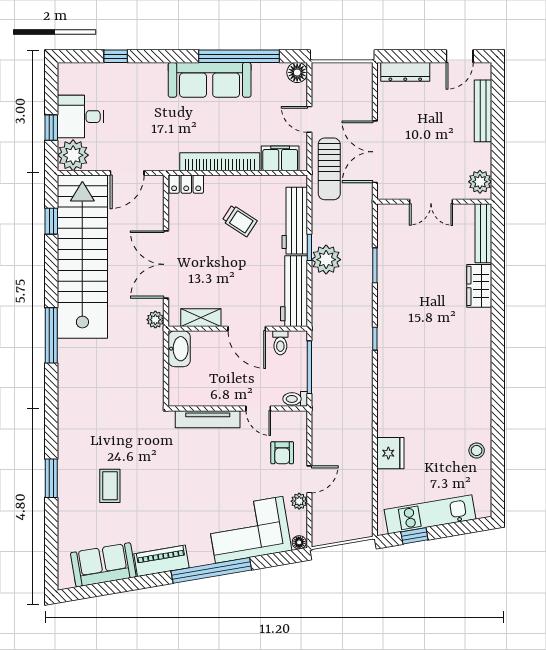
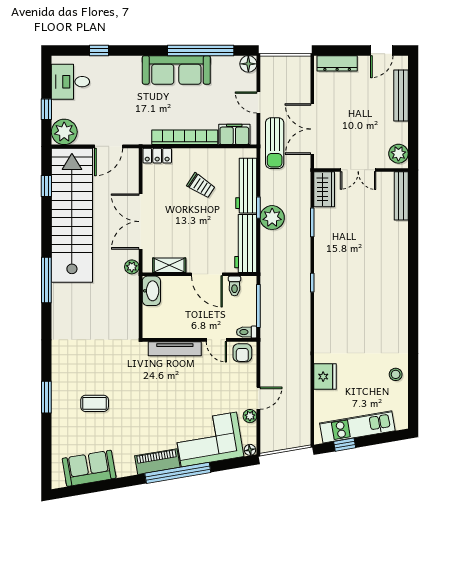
desk: (81, 117) -> (70, 82), moved
wardrobe: (479, 286) -> (324, 189), moved, turned 180
armchair: (282, 453) -> (242, 353), moved
coffee table: (110, 486) -> (95, 403), turned 90
piano: (161, 561) -> (157, 462), moved

